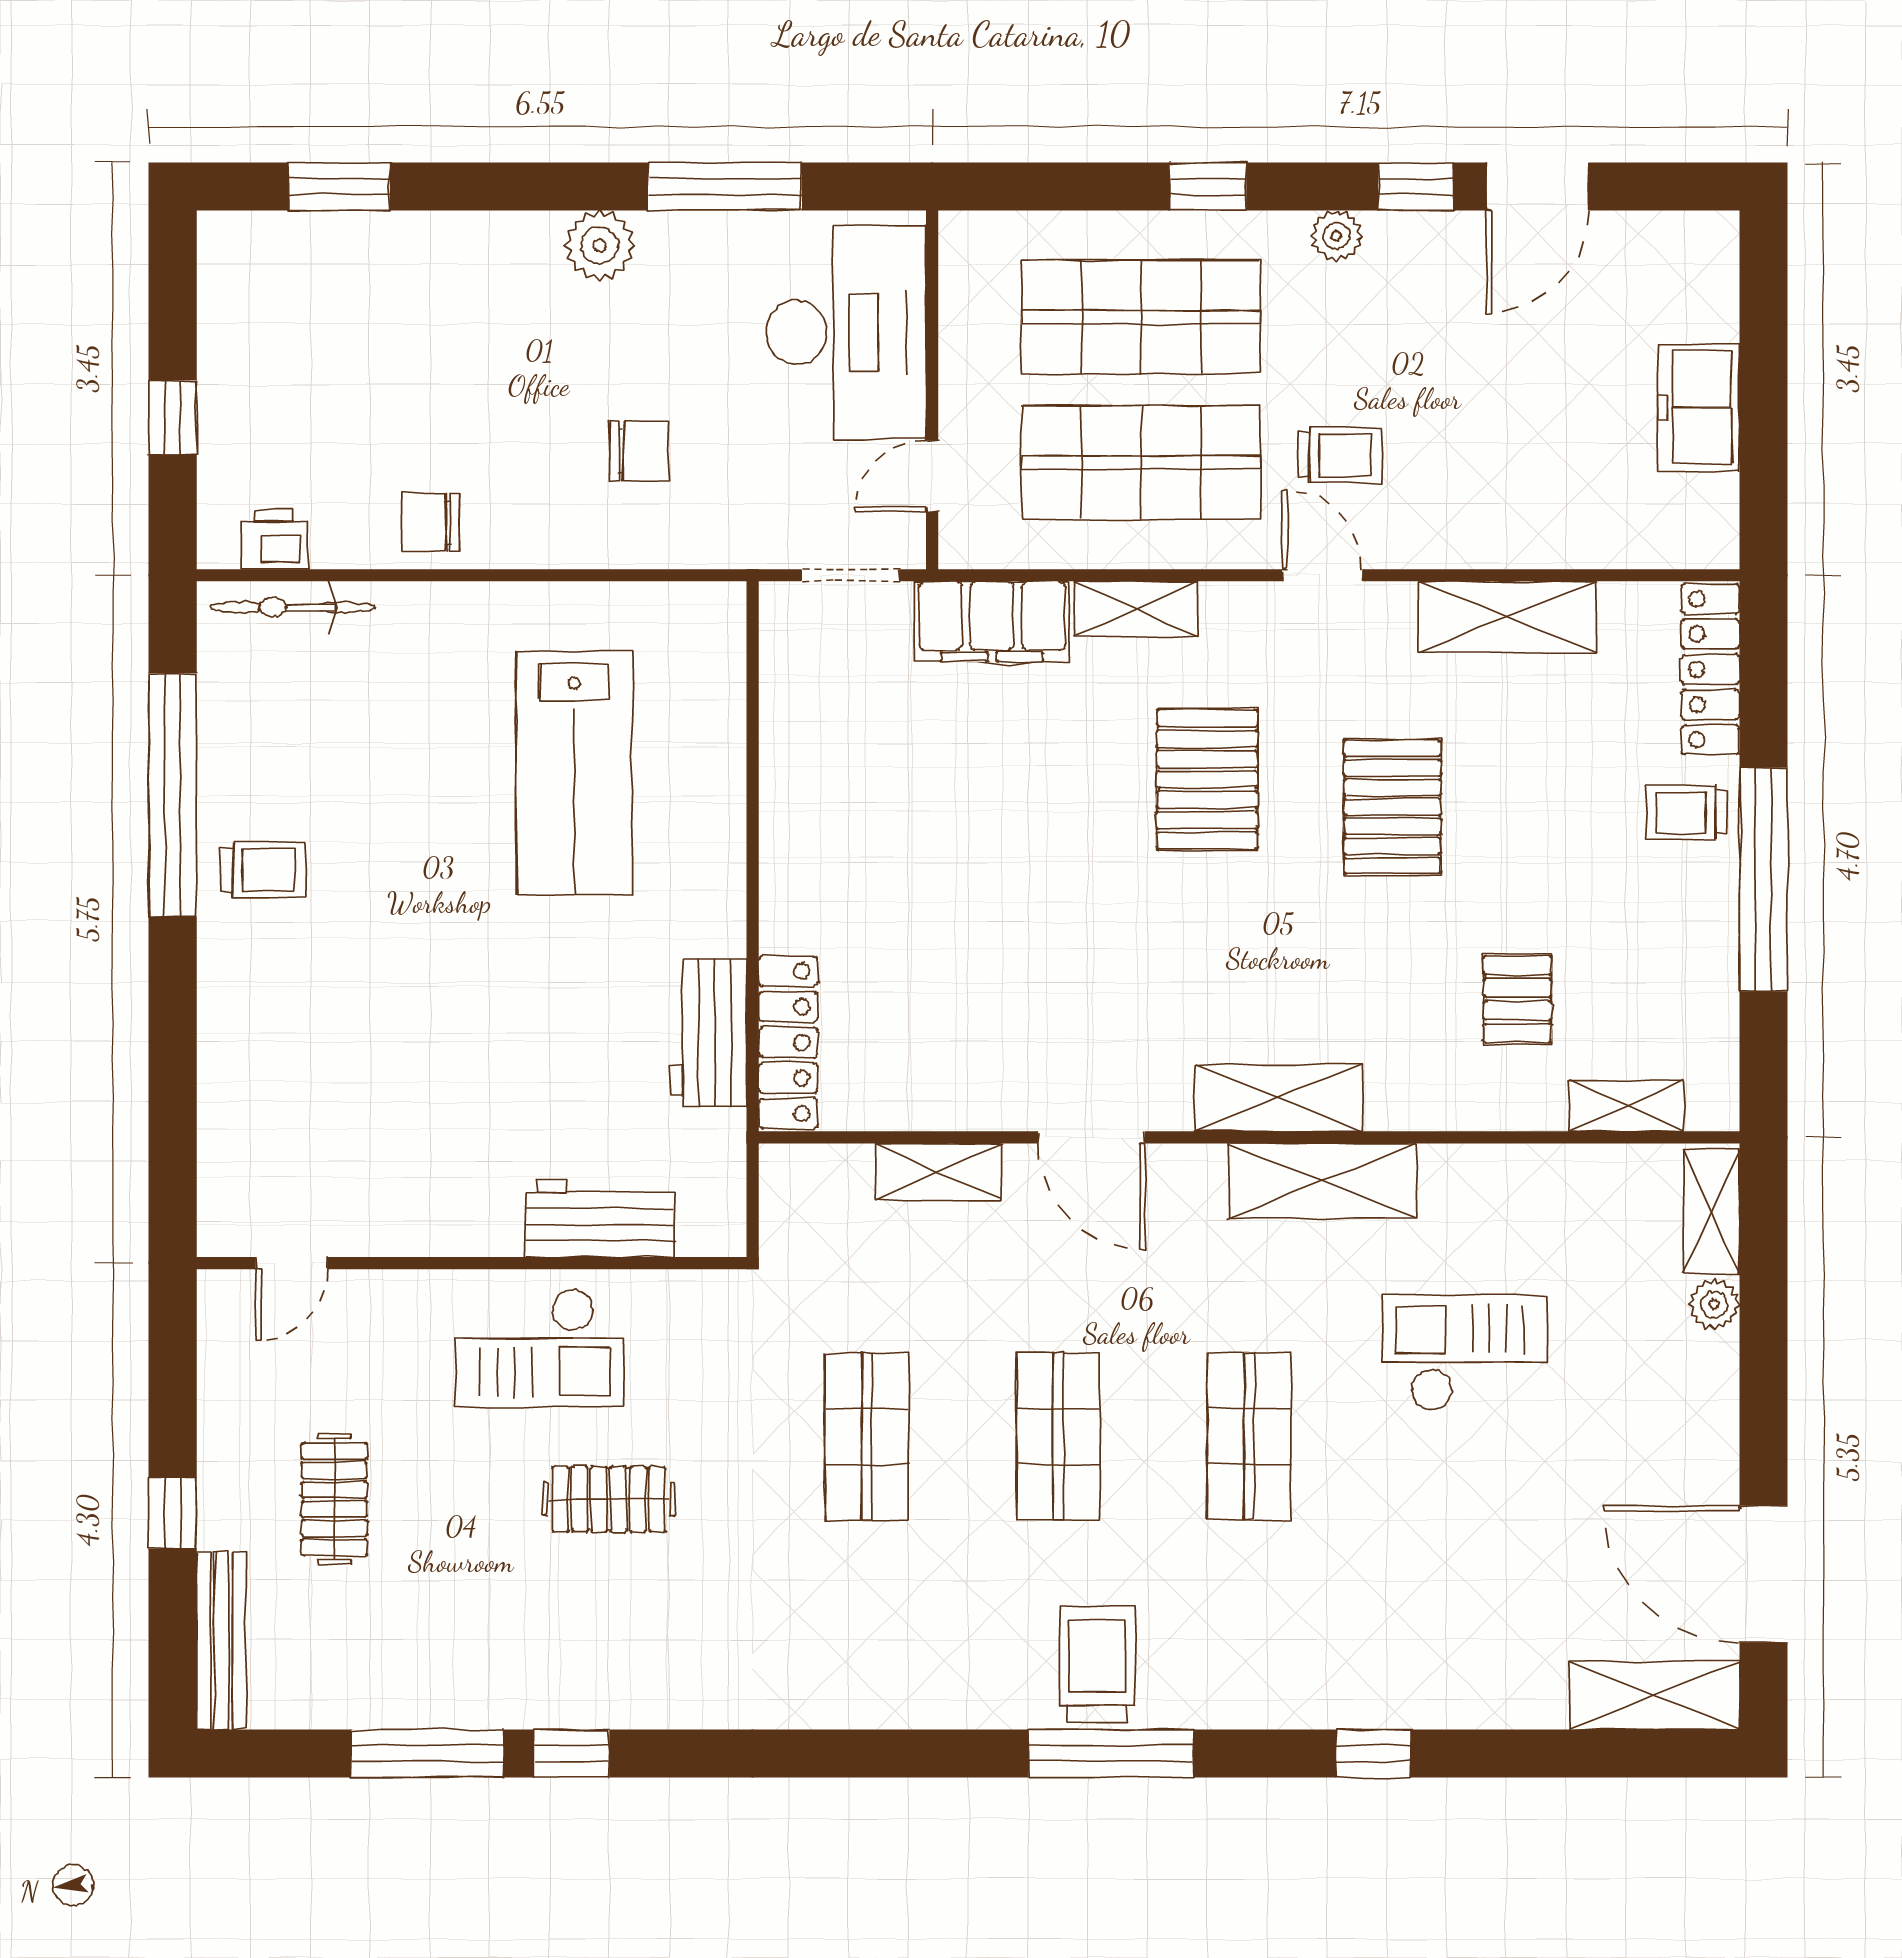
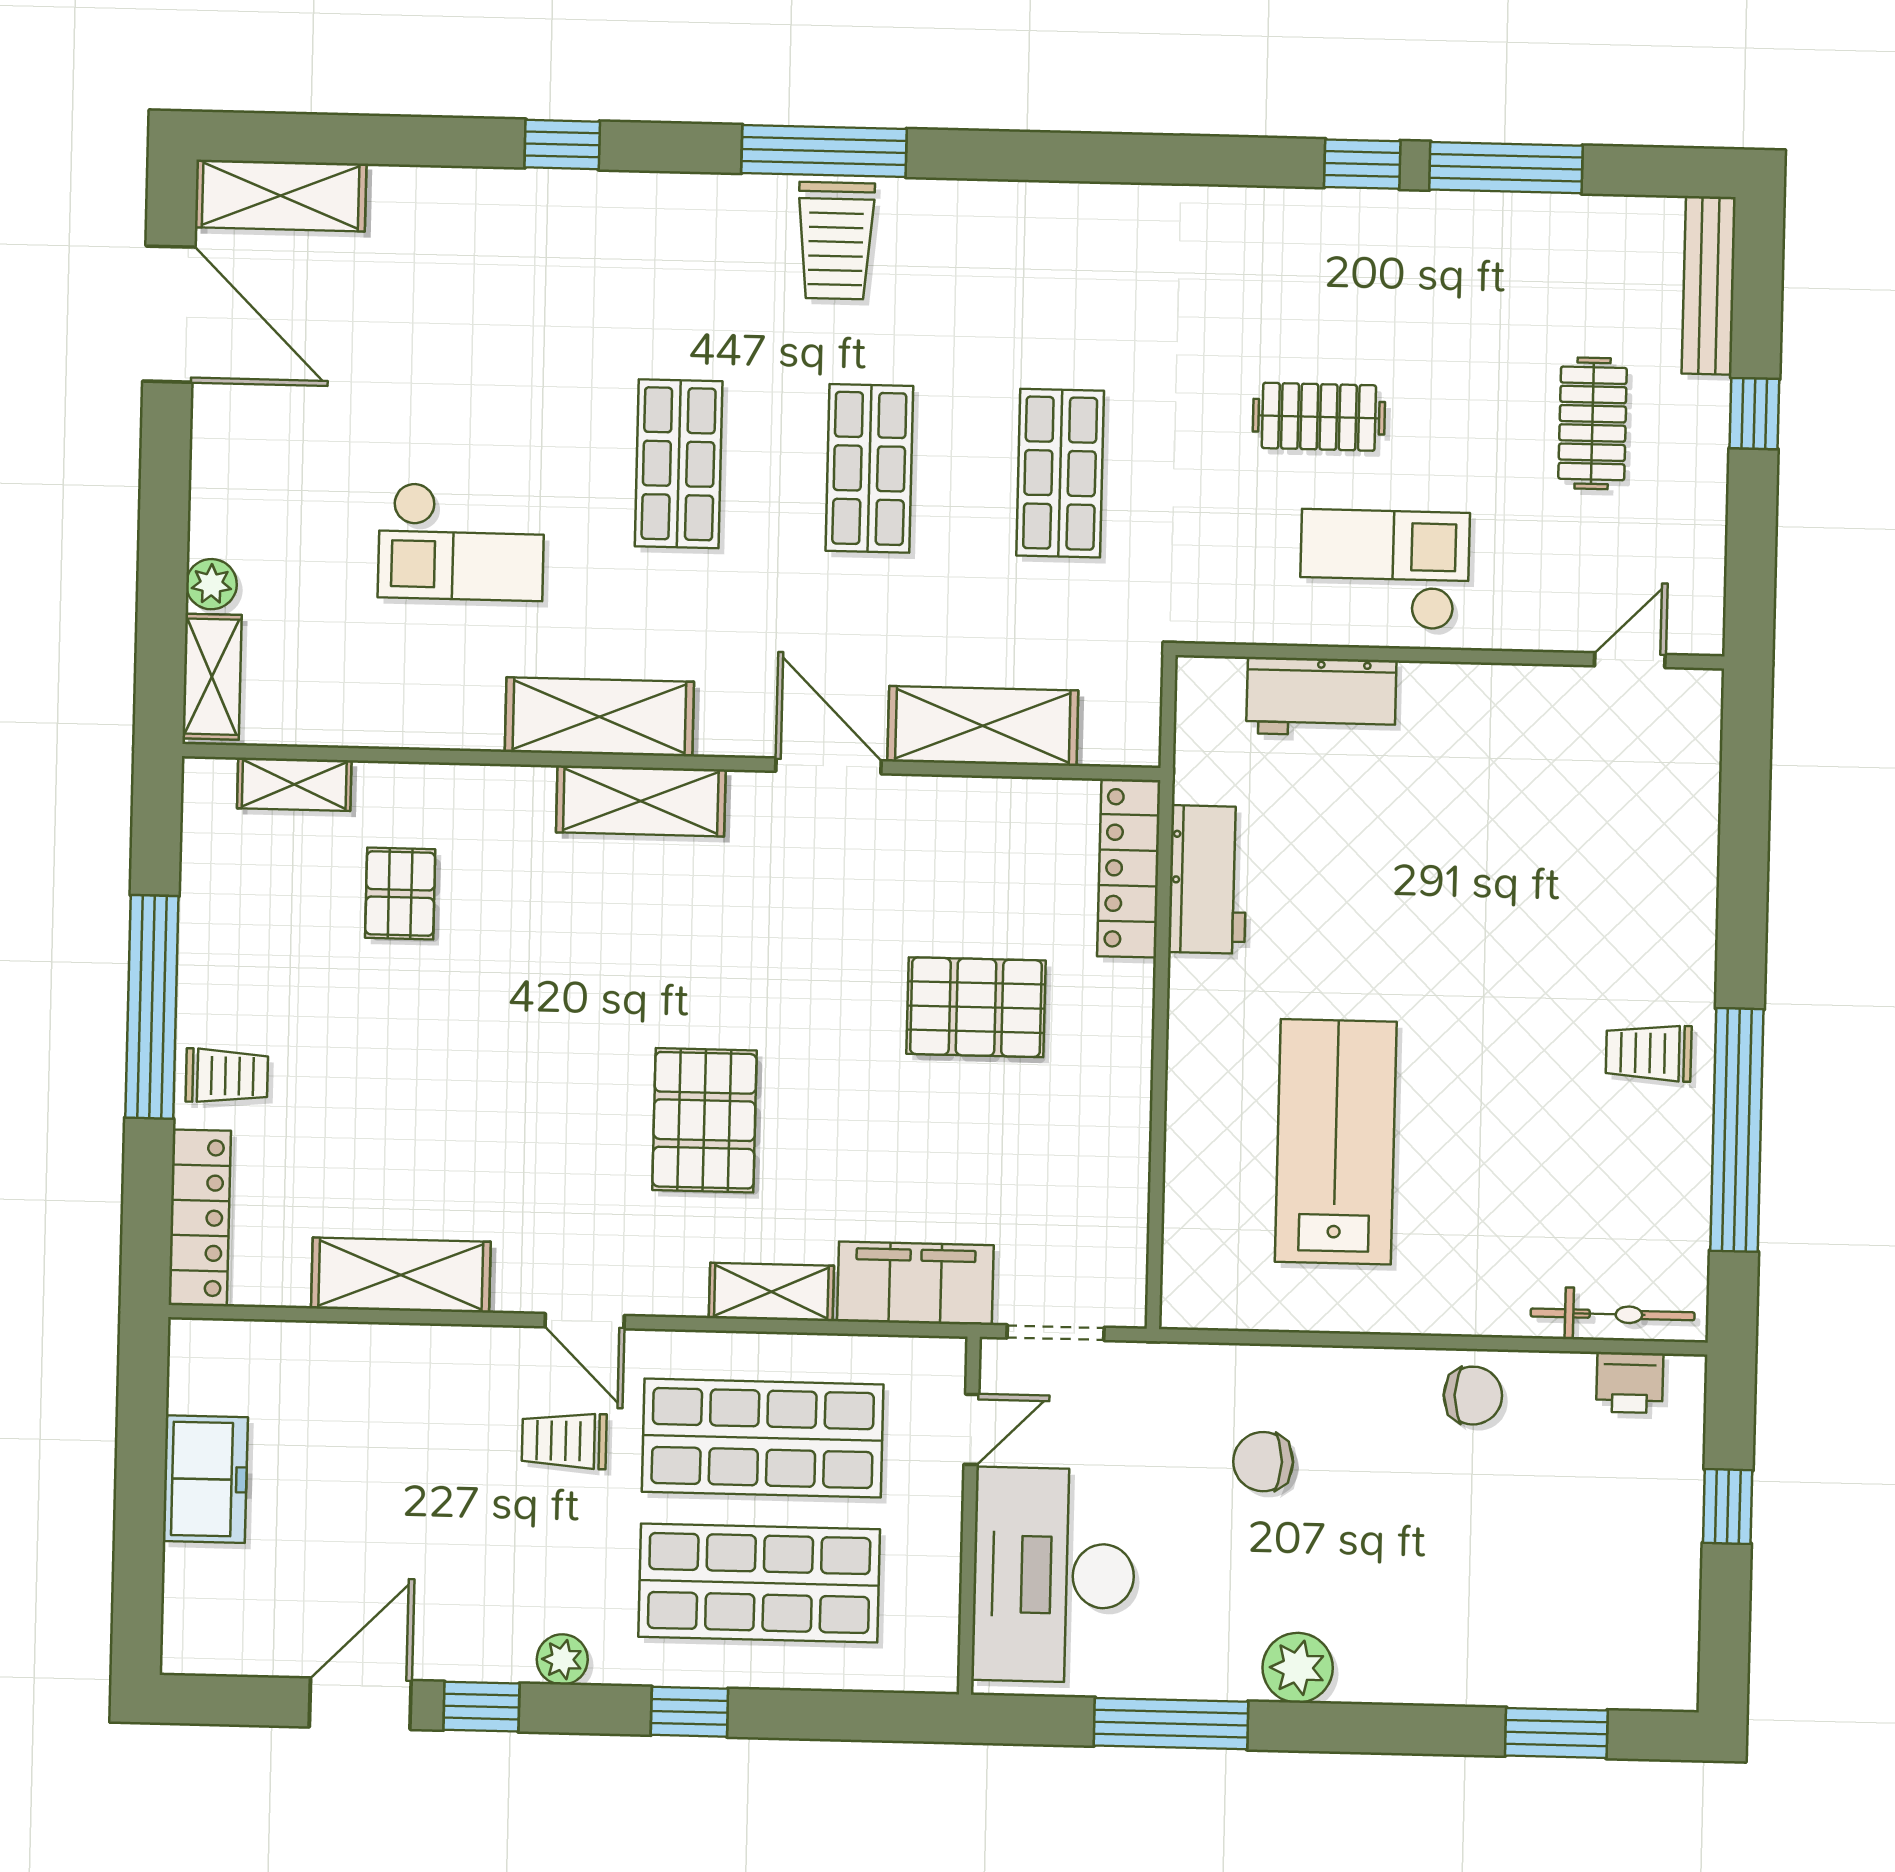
pallet: (1392, 807) -> (976, 1007), moved, turned 90
shelving: (938, 1172) -> (983, 726), width x1.50, depth x1.33

